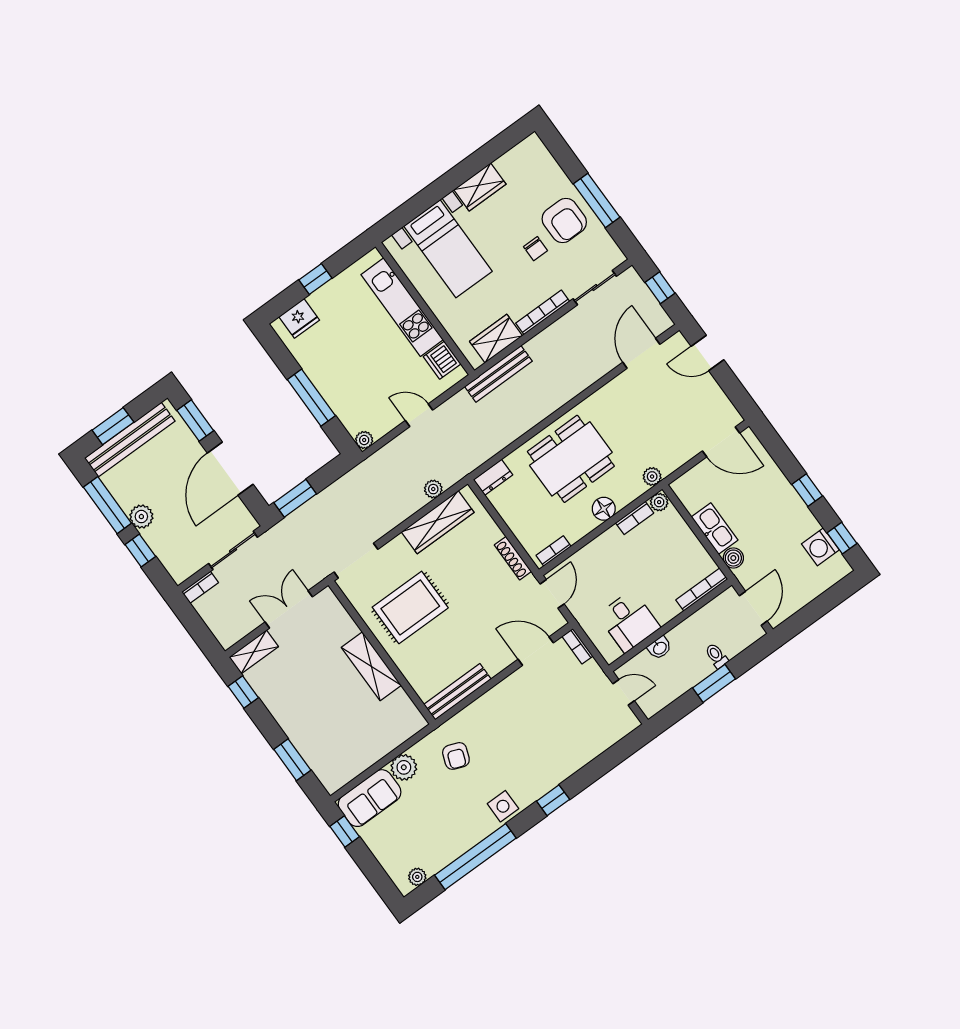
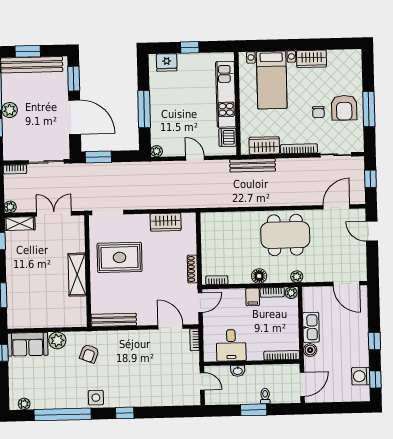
dining table: (571, 459) -> (285, 235), moved
door: (230, 469) -> (75, 117), swing flipped
dresser: (493, 477) -> (212, 218), removed
plant: (433, 489) -> (10, 207), moved
wardrobe: (438, 522) -> (166, 222), width x0.67
filing cabinet: (614, 541) -> (253, 297), added

